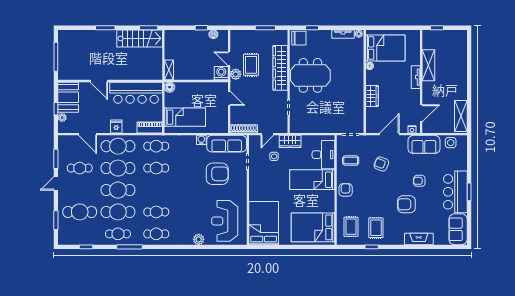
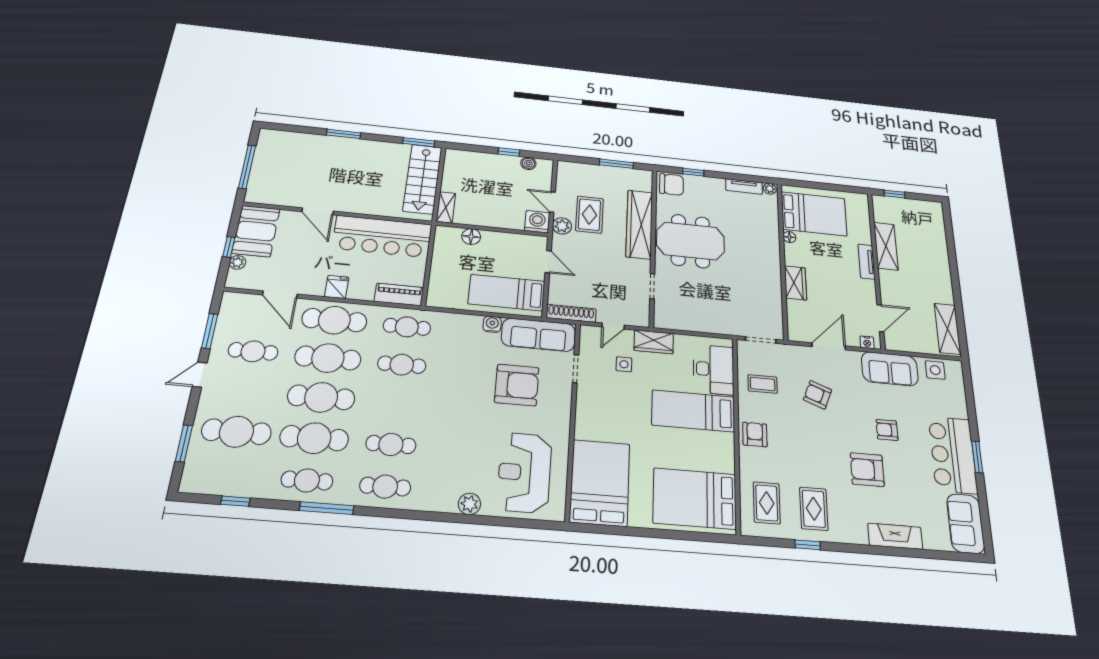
stairs: (140, 38) -> (423, 179), moved, turned 90
floor lamp: (170, 87) -> (471, 237), moved
bed: (185, 117) -> (507, 293), moved, turned 180

